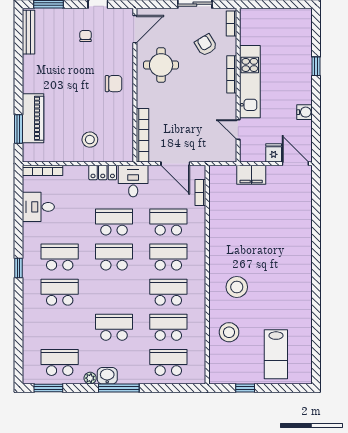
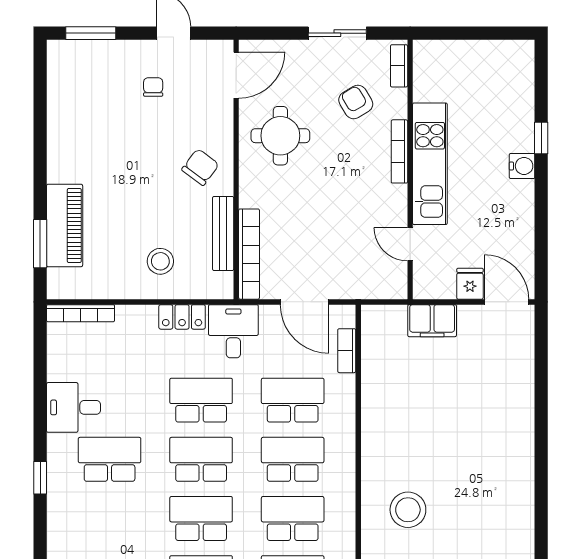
bench: (28, 32) -> (223, 234), moved
chair: (114, 84) -> (200, 167), turned -53
water cooler: (305, 112) -> (522, 166), moved
desk: (38, 207) -> (74, 407), moved
school desk: (60, 292) -> (201, 518), moved

